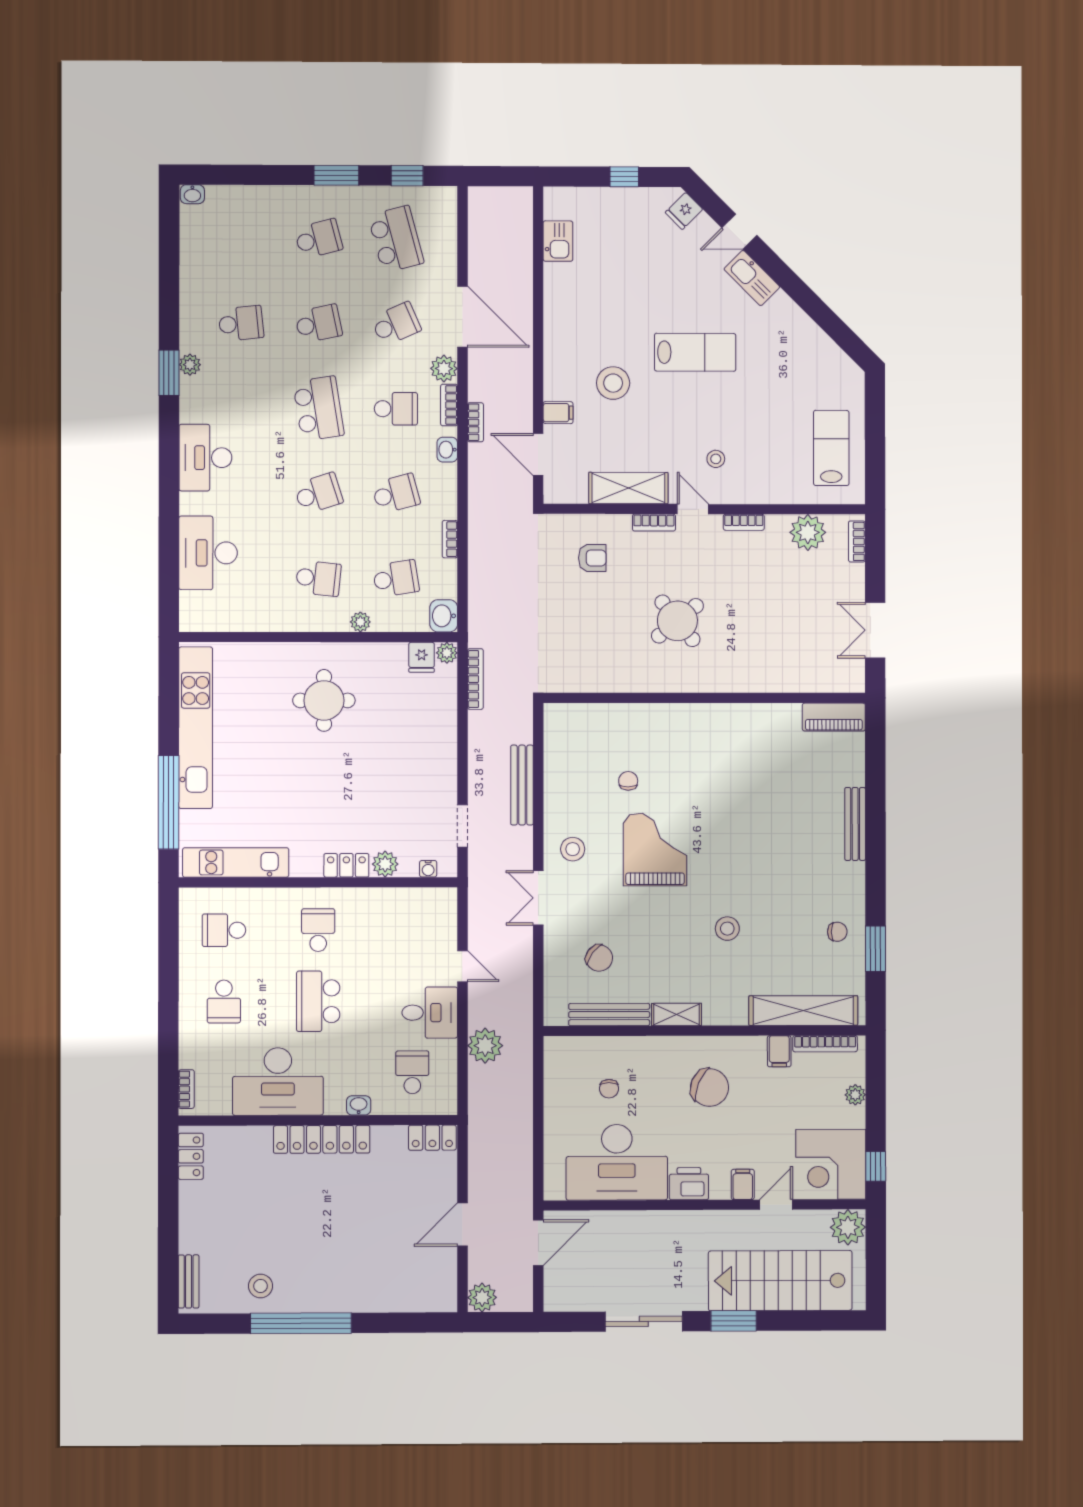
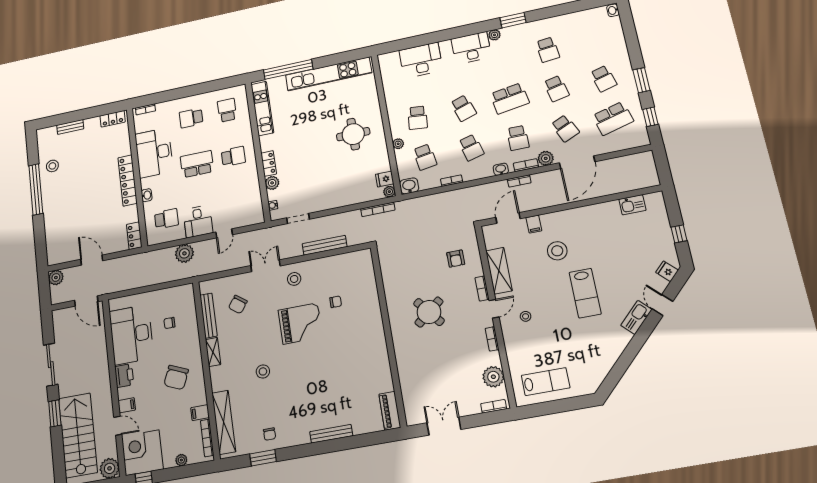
plant: (190, 365) -> (494, 35), moved
bench: (189, 1281) -> (70, 127), moved

